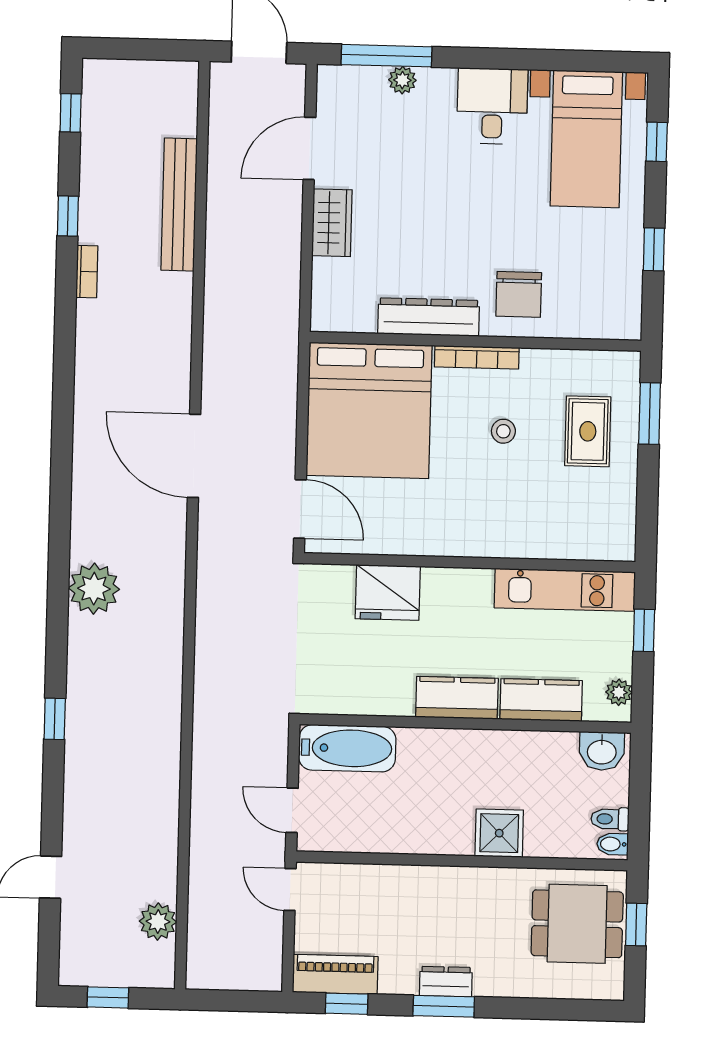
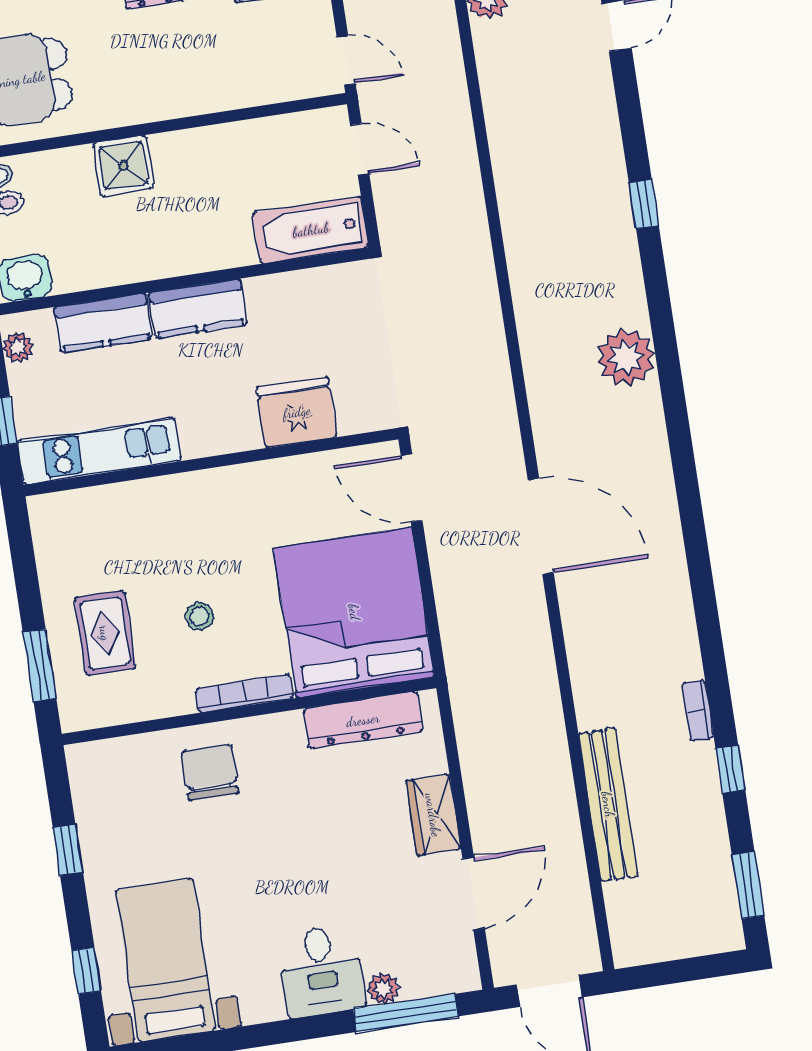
desk: (492, 106) -> (321, 971), moved
window: (71, 113) -> (748, 885), width x1.50
dresser: (429, 317) -> (363, 720), moved

